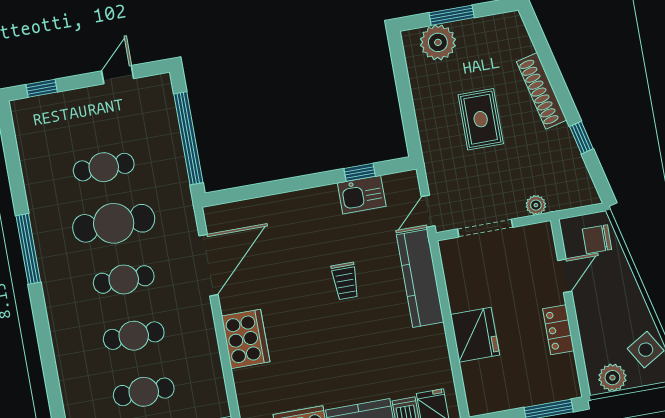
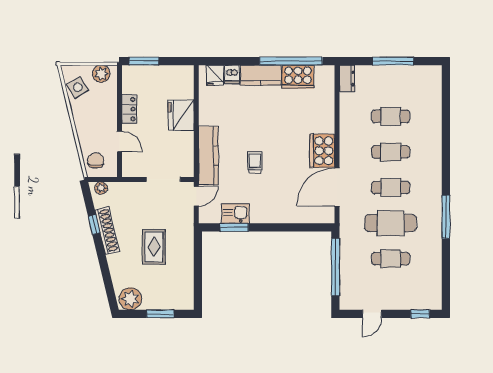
plant: (438, 42) -> (130, 299), moved
shoe rack: (542, 91) -> (107, 231), moved
window: (360, 172) -> (234, 227), width x1.50
plant: (536, 205) -> (101, 188), moved
chair: (597, 239) -> (96, 160), turned -90
door: (565, 276) -> (119, 141), swing flipped
cooker: (246, 339) -> (322, 151), moved

